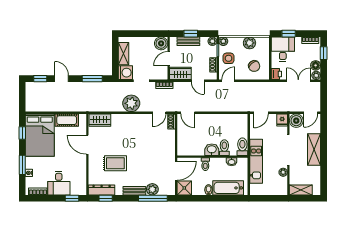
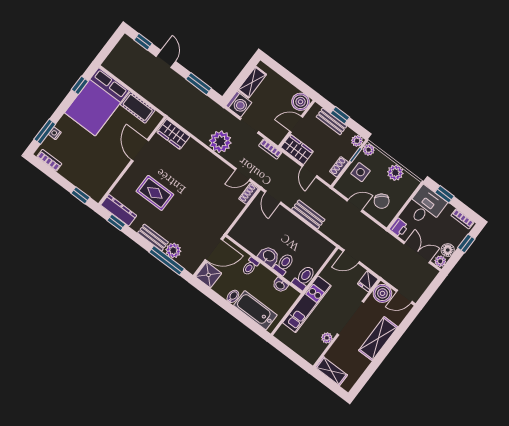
door: (228, 81) -> (355, 205), moved
bench: (216, 107) -> (308, 214), added
window: (22, 165) -> (45, 132), moved
desk: (59, 183) -> (78, 168), removed

